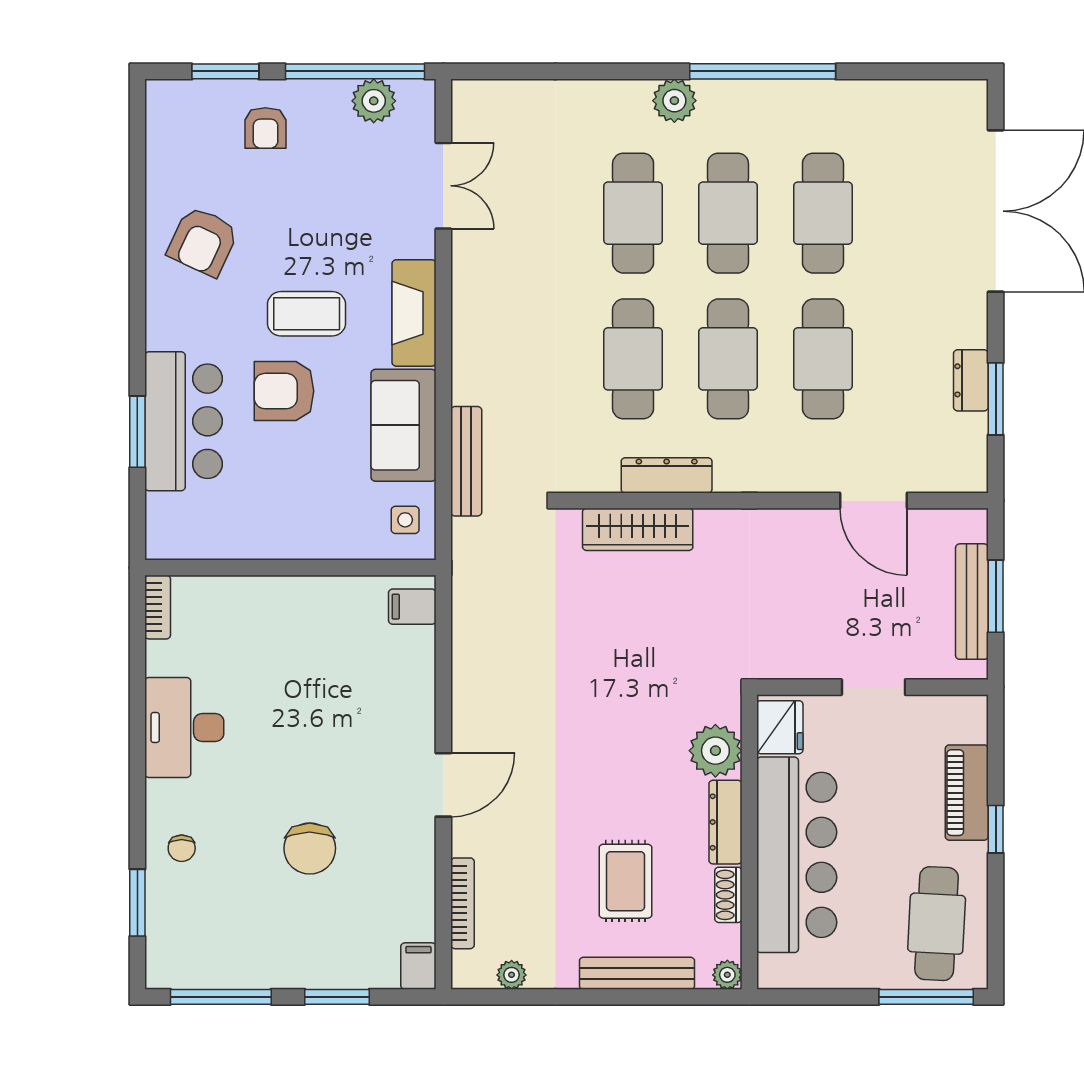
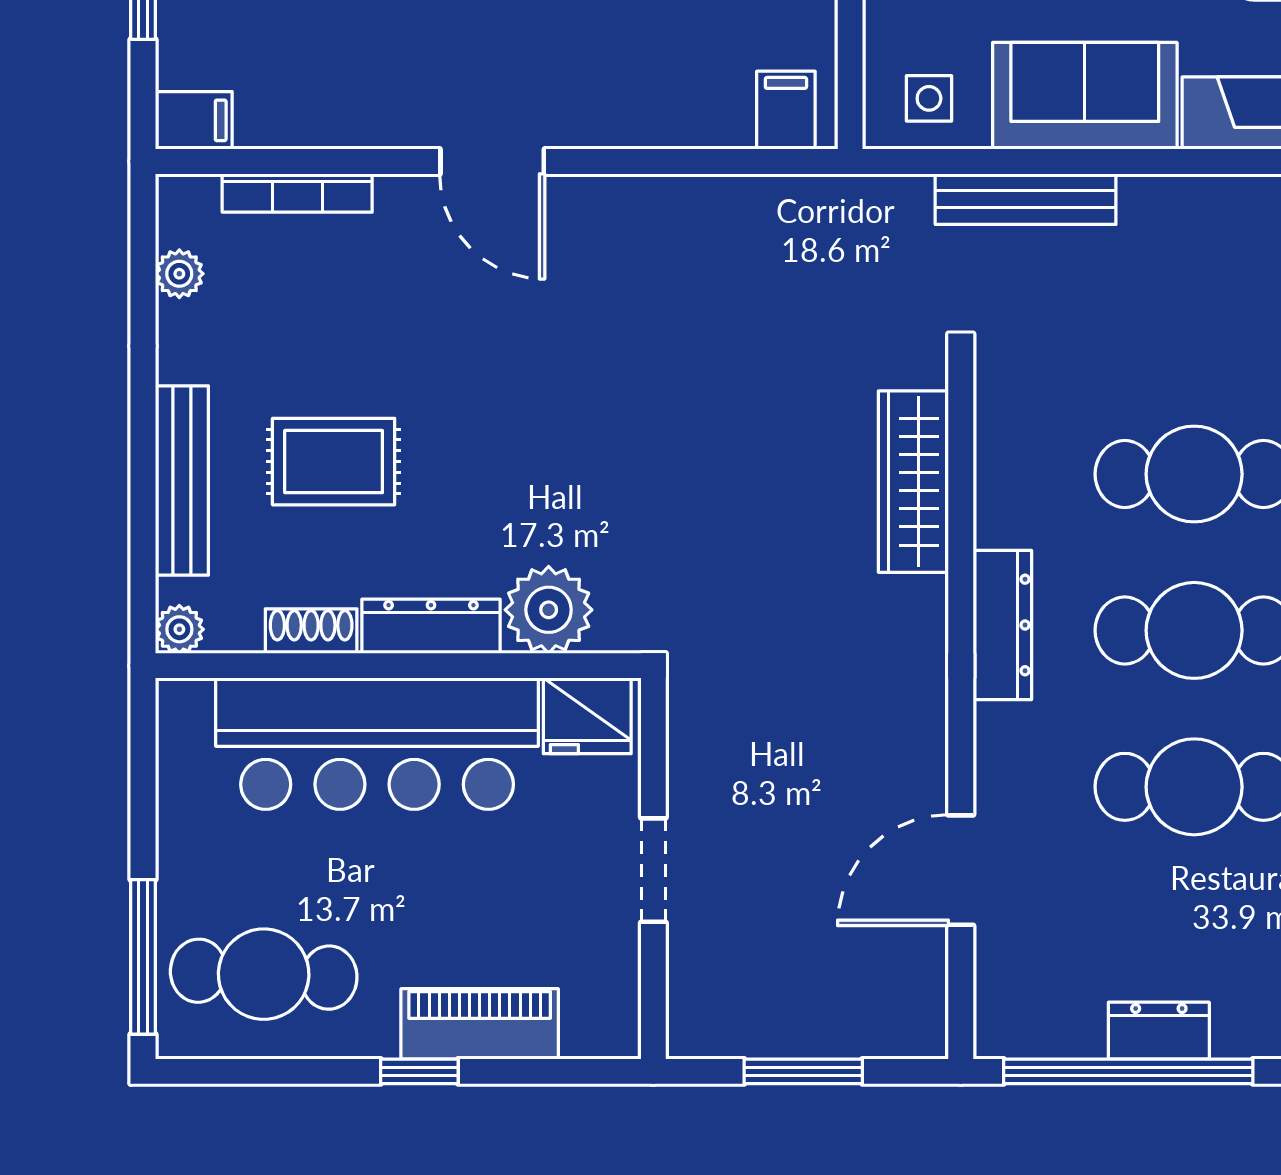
window: (996, 399) -> (1128, 1071), width x2.11
dresser: (667, 475) -> (1002, 625), moved
bench: (972, 602) -> (794, 1032), removed

